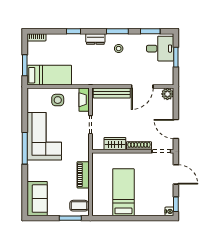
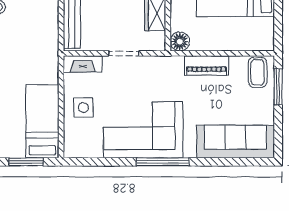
floor lamp: (98, 159) -> (180, 42), added
sofa: (37, 199) -> (236, 142), width x1.36

